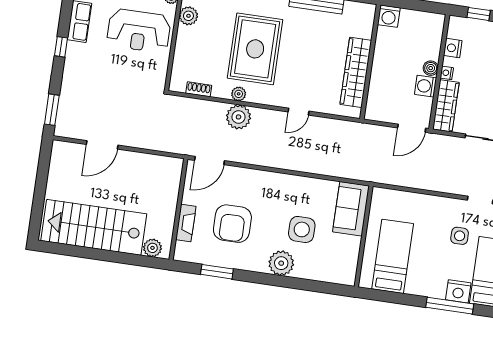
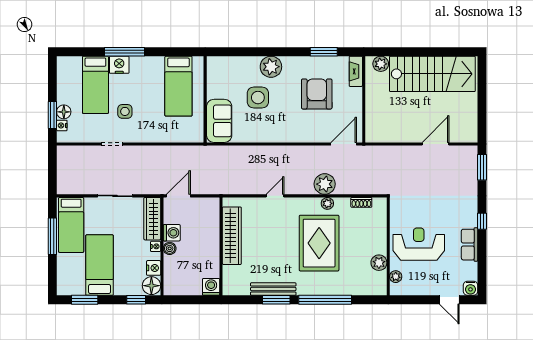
floor lamp: (458, 28) -> (151, 286), added
fireplace: (186, 223) -> (356, 71), moved

